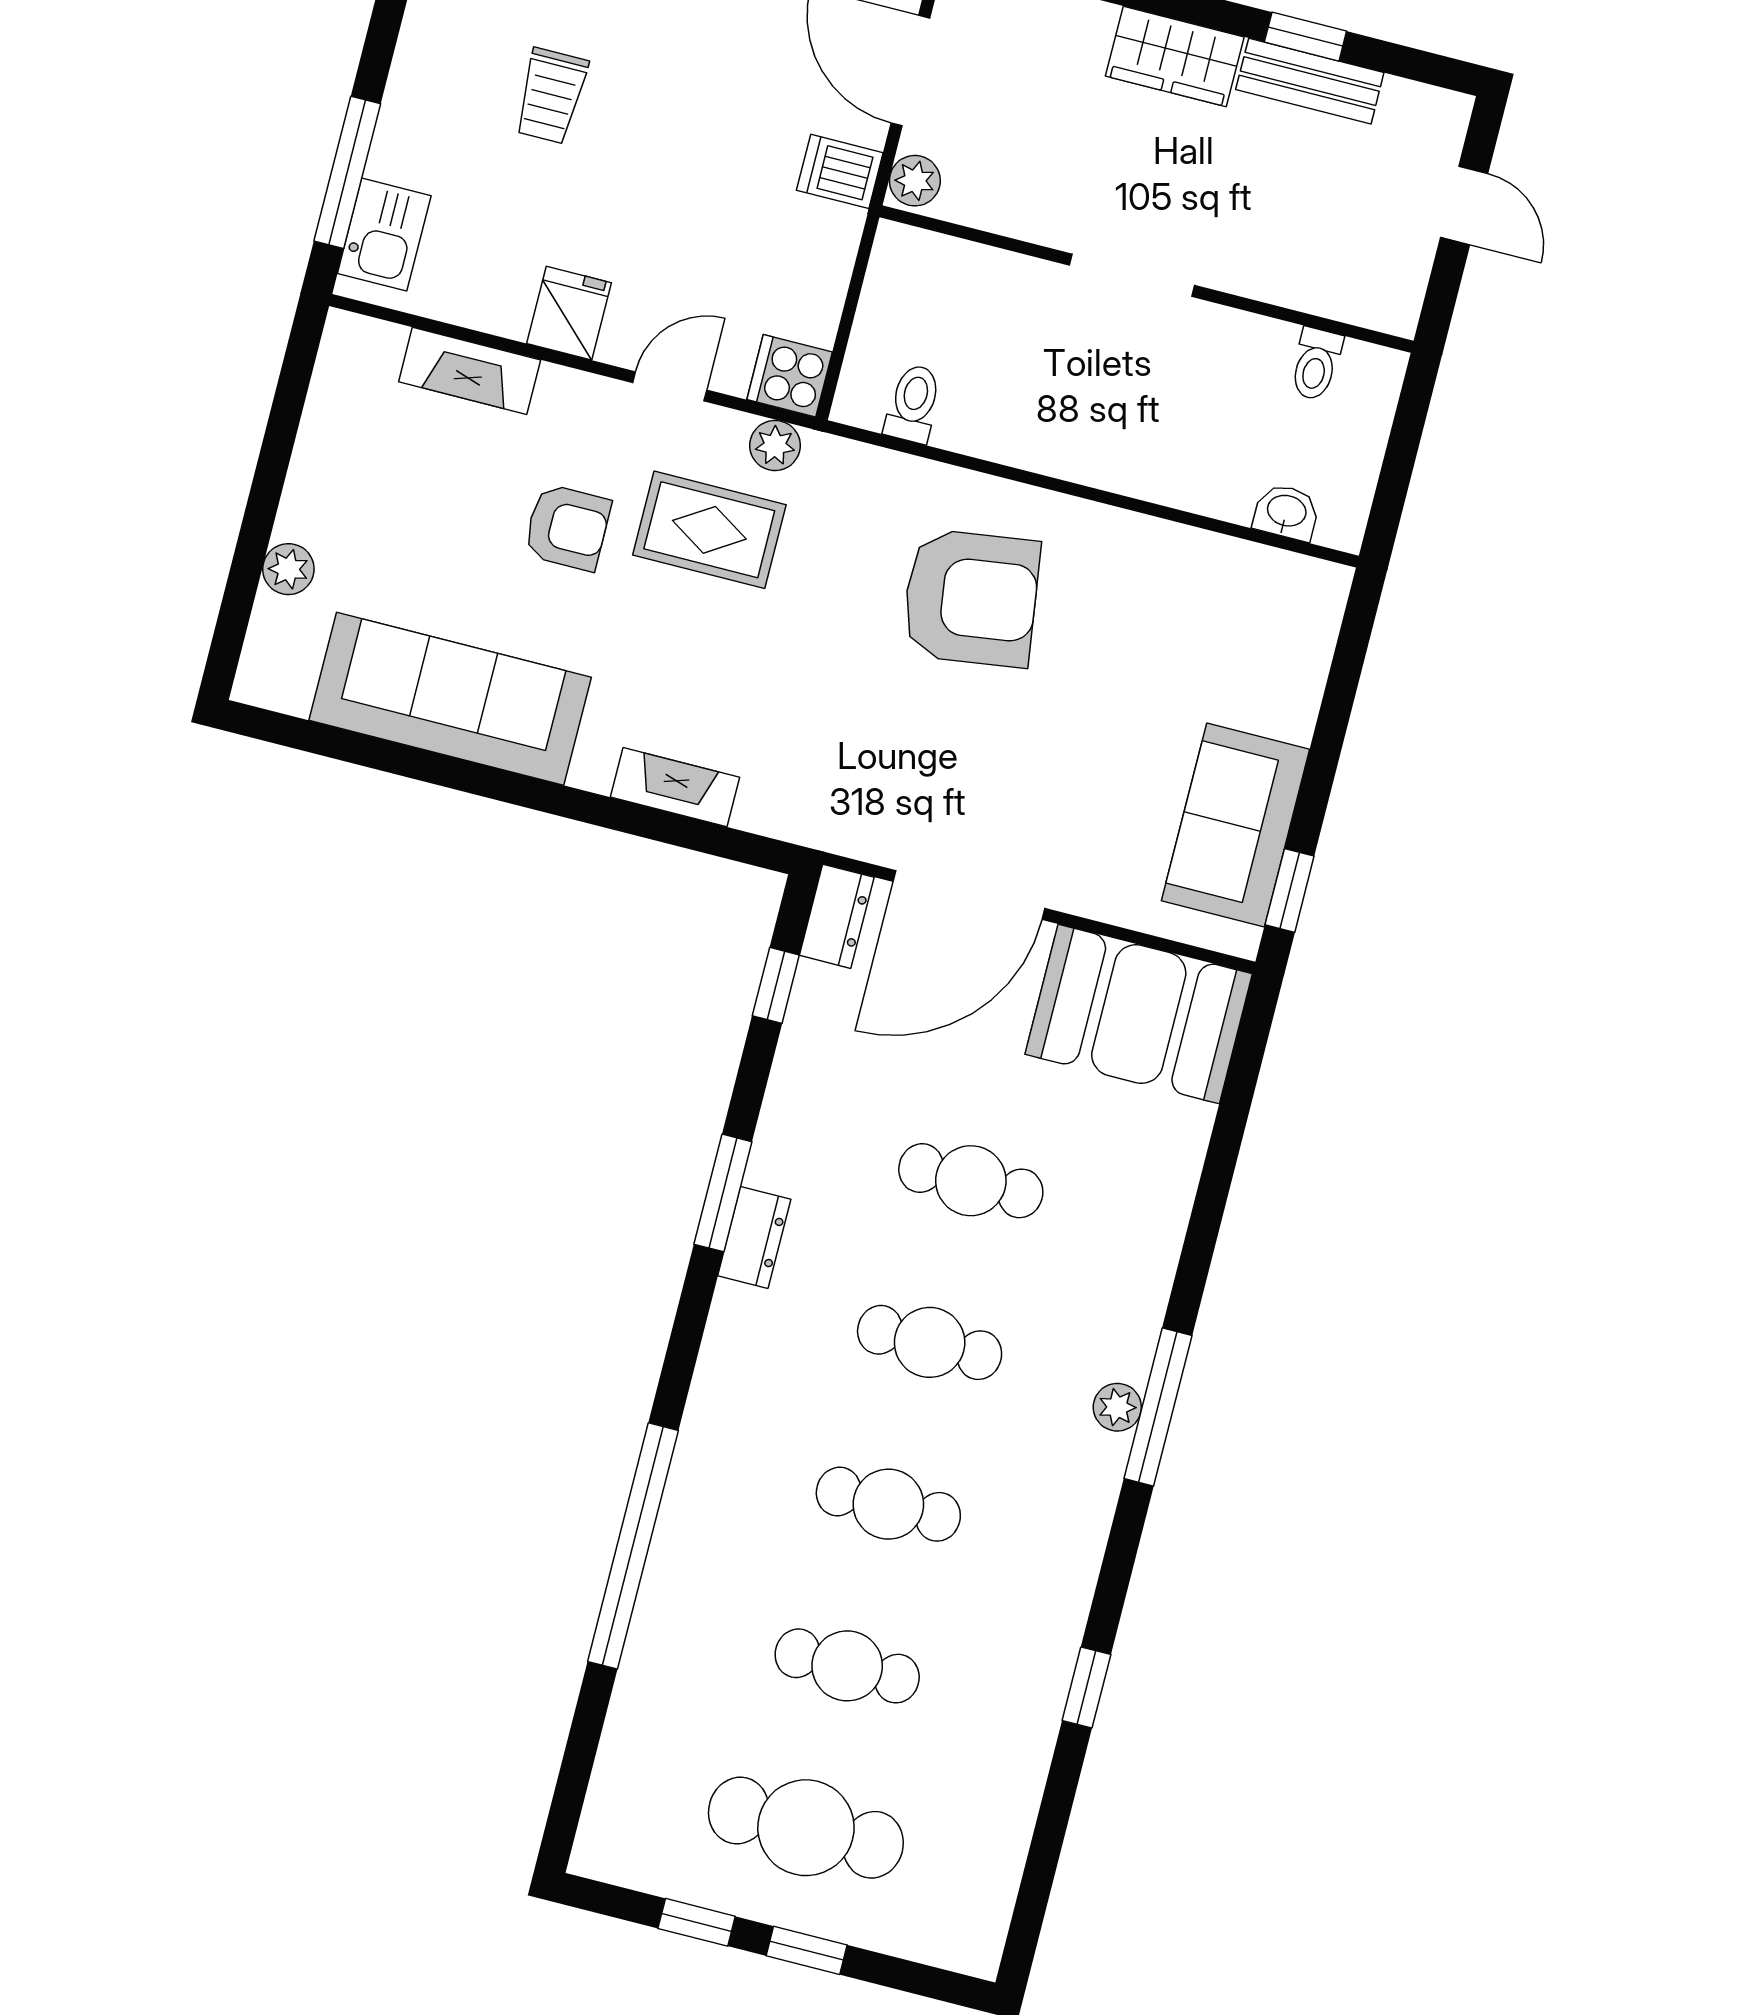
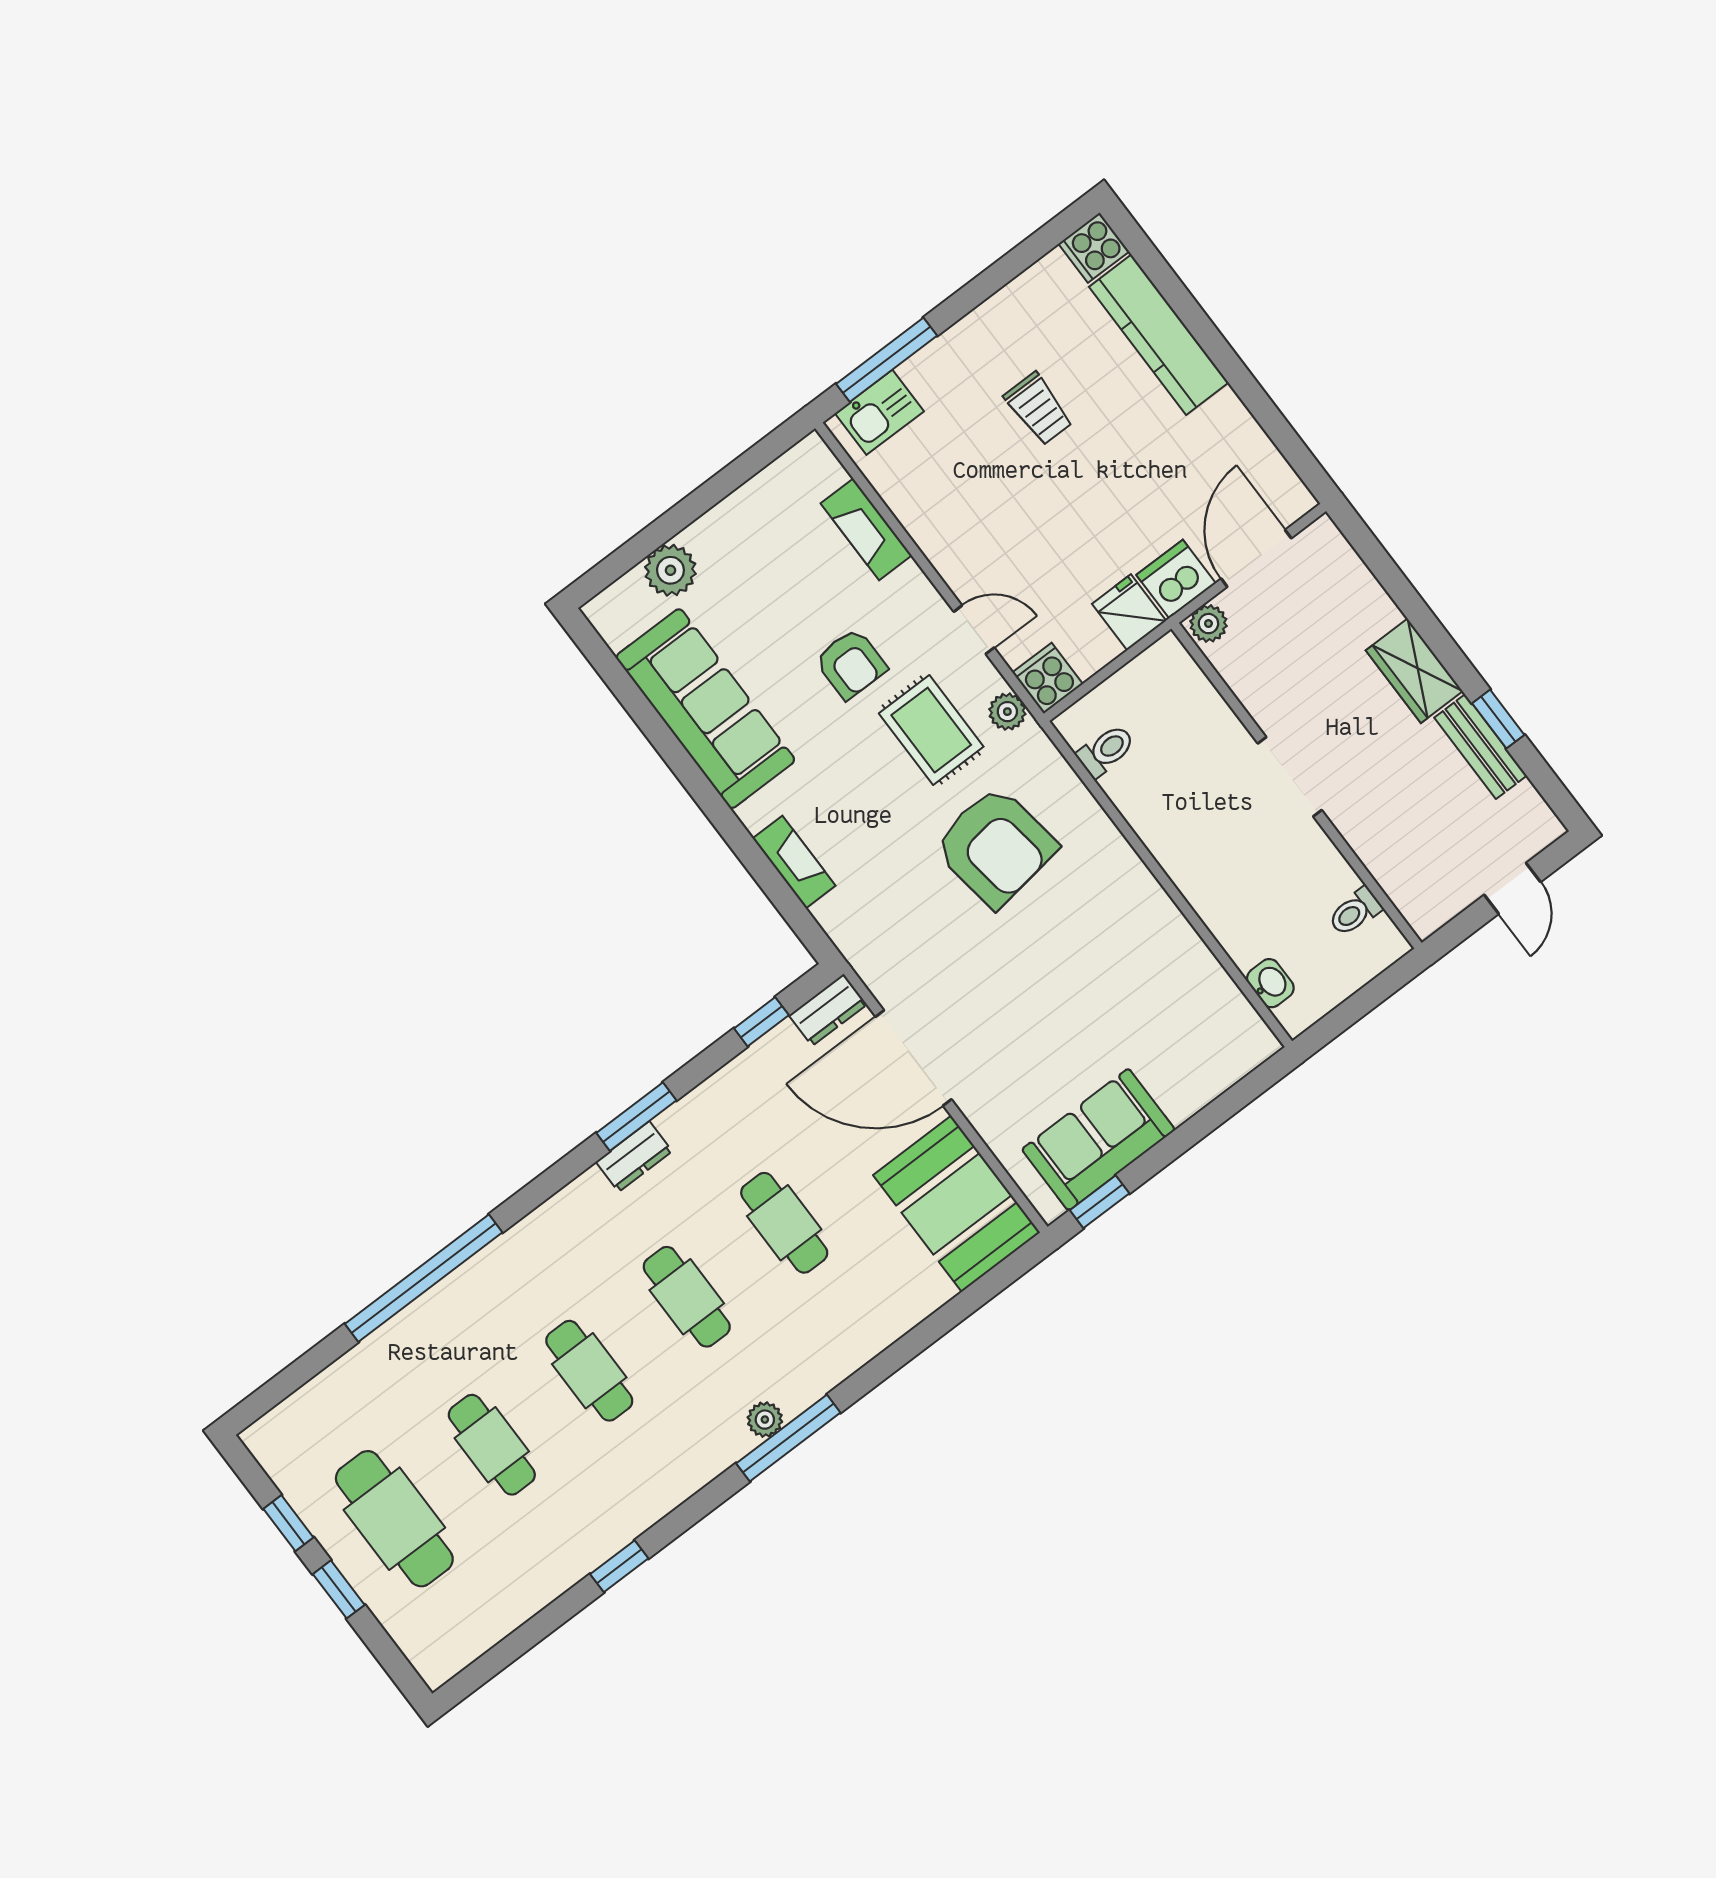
trolley: (551, 96) -> (1038, 409), turned -90
dishwasher: (840, 171) -> (1176, 579), width x1.38
fridge: (569, 313) -> (1129, 612), moved, turned -90
plant: (288, 569) -> (670, 570), width x1.38, depth x1.38
armchair: (971, 598) -> (995, 847), moved

